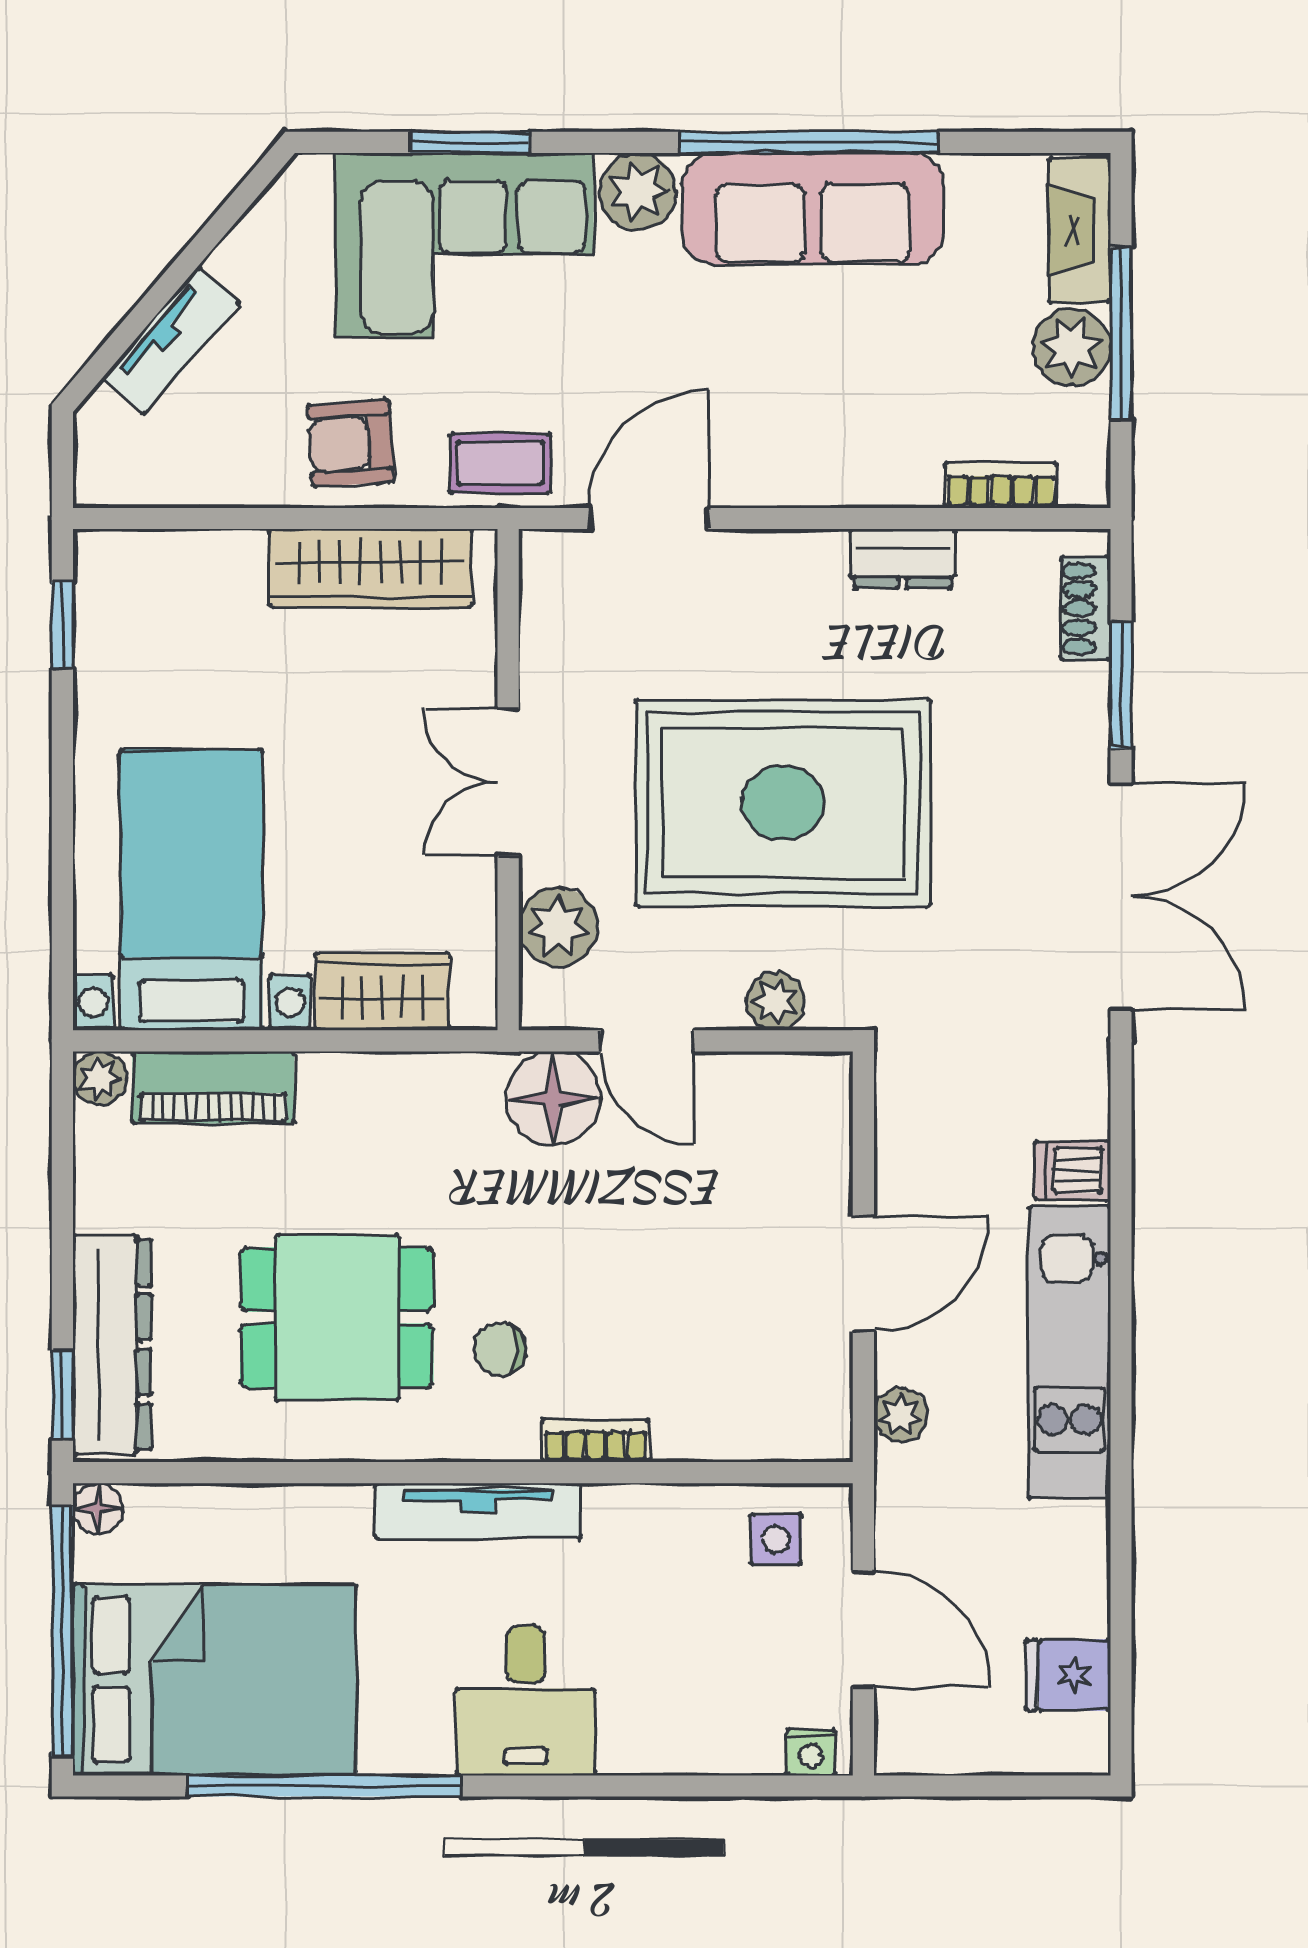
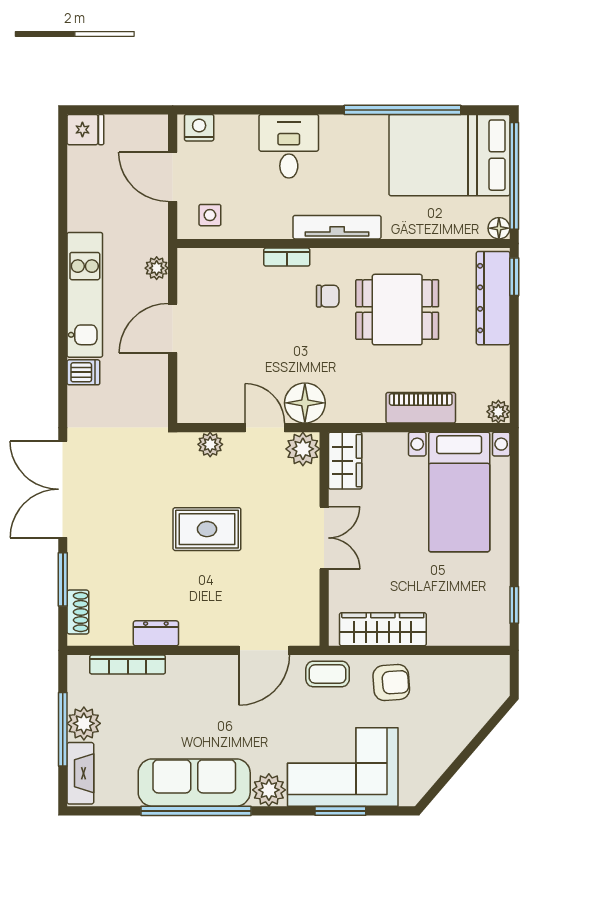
tv unit: (171, 341) -> (468, 726), removed
bookcase: (1001, 485) -> (128, 665), width x1.56
rug: (783, 803) -> (207, 529), width x0.54, depth x0.49
plant: (558, 927) -> (303, 449), moved
wardrobe: (383, 992) -> (345, 461), moved, turned -90
piano: (213, 1087) -> (421, 408), moved
fridge: (1068, 1675) -> (85, 130), moved
desk: (526, 1701) -> (289, 146), moved
nightstand: (811, 1752) -> (199, 128), width x1.39, depth x1.35

